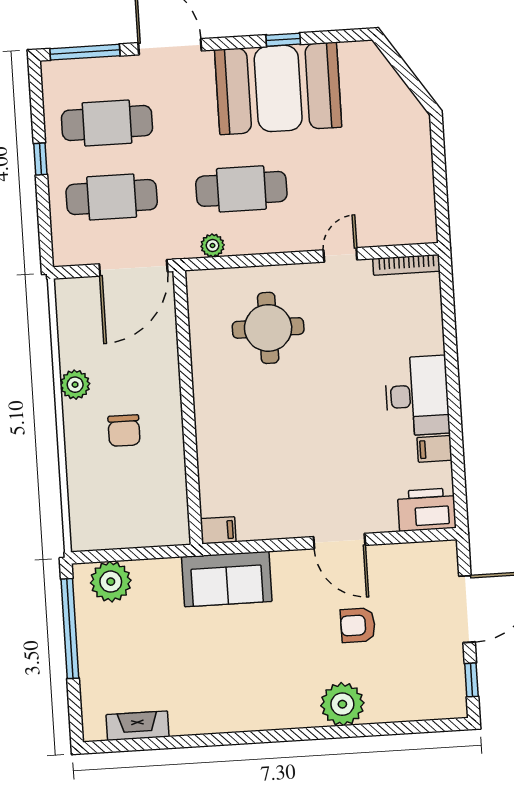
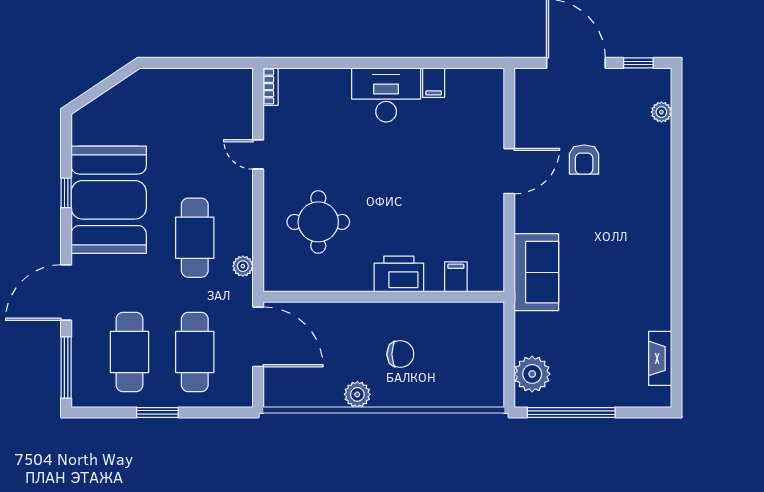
window: (40, 159) -> (157, 412), width x1.50
bookcase: (406, 265) -> (271, 87), width x0.64
printer: (427, 510) -> (399, 274), moved, turned 90
filing cabinet: (218, 530) -> (456, 277), moved
plant: (342, 704) -> (661, 112), moved, width x0.53, depth x0.53

